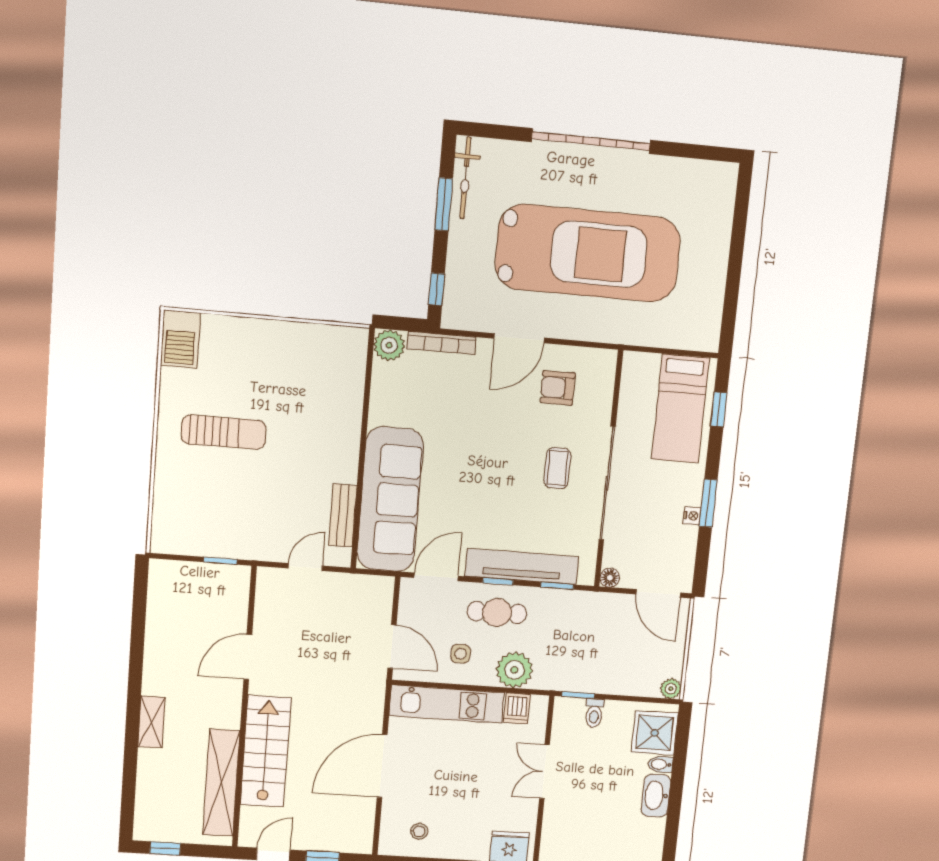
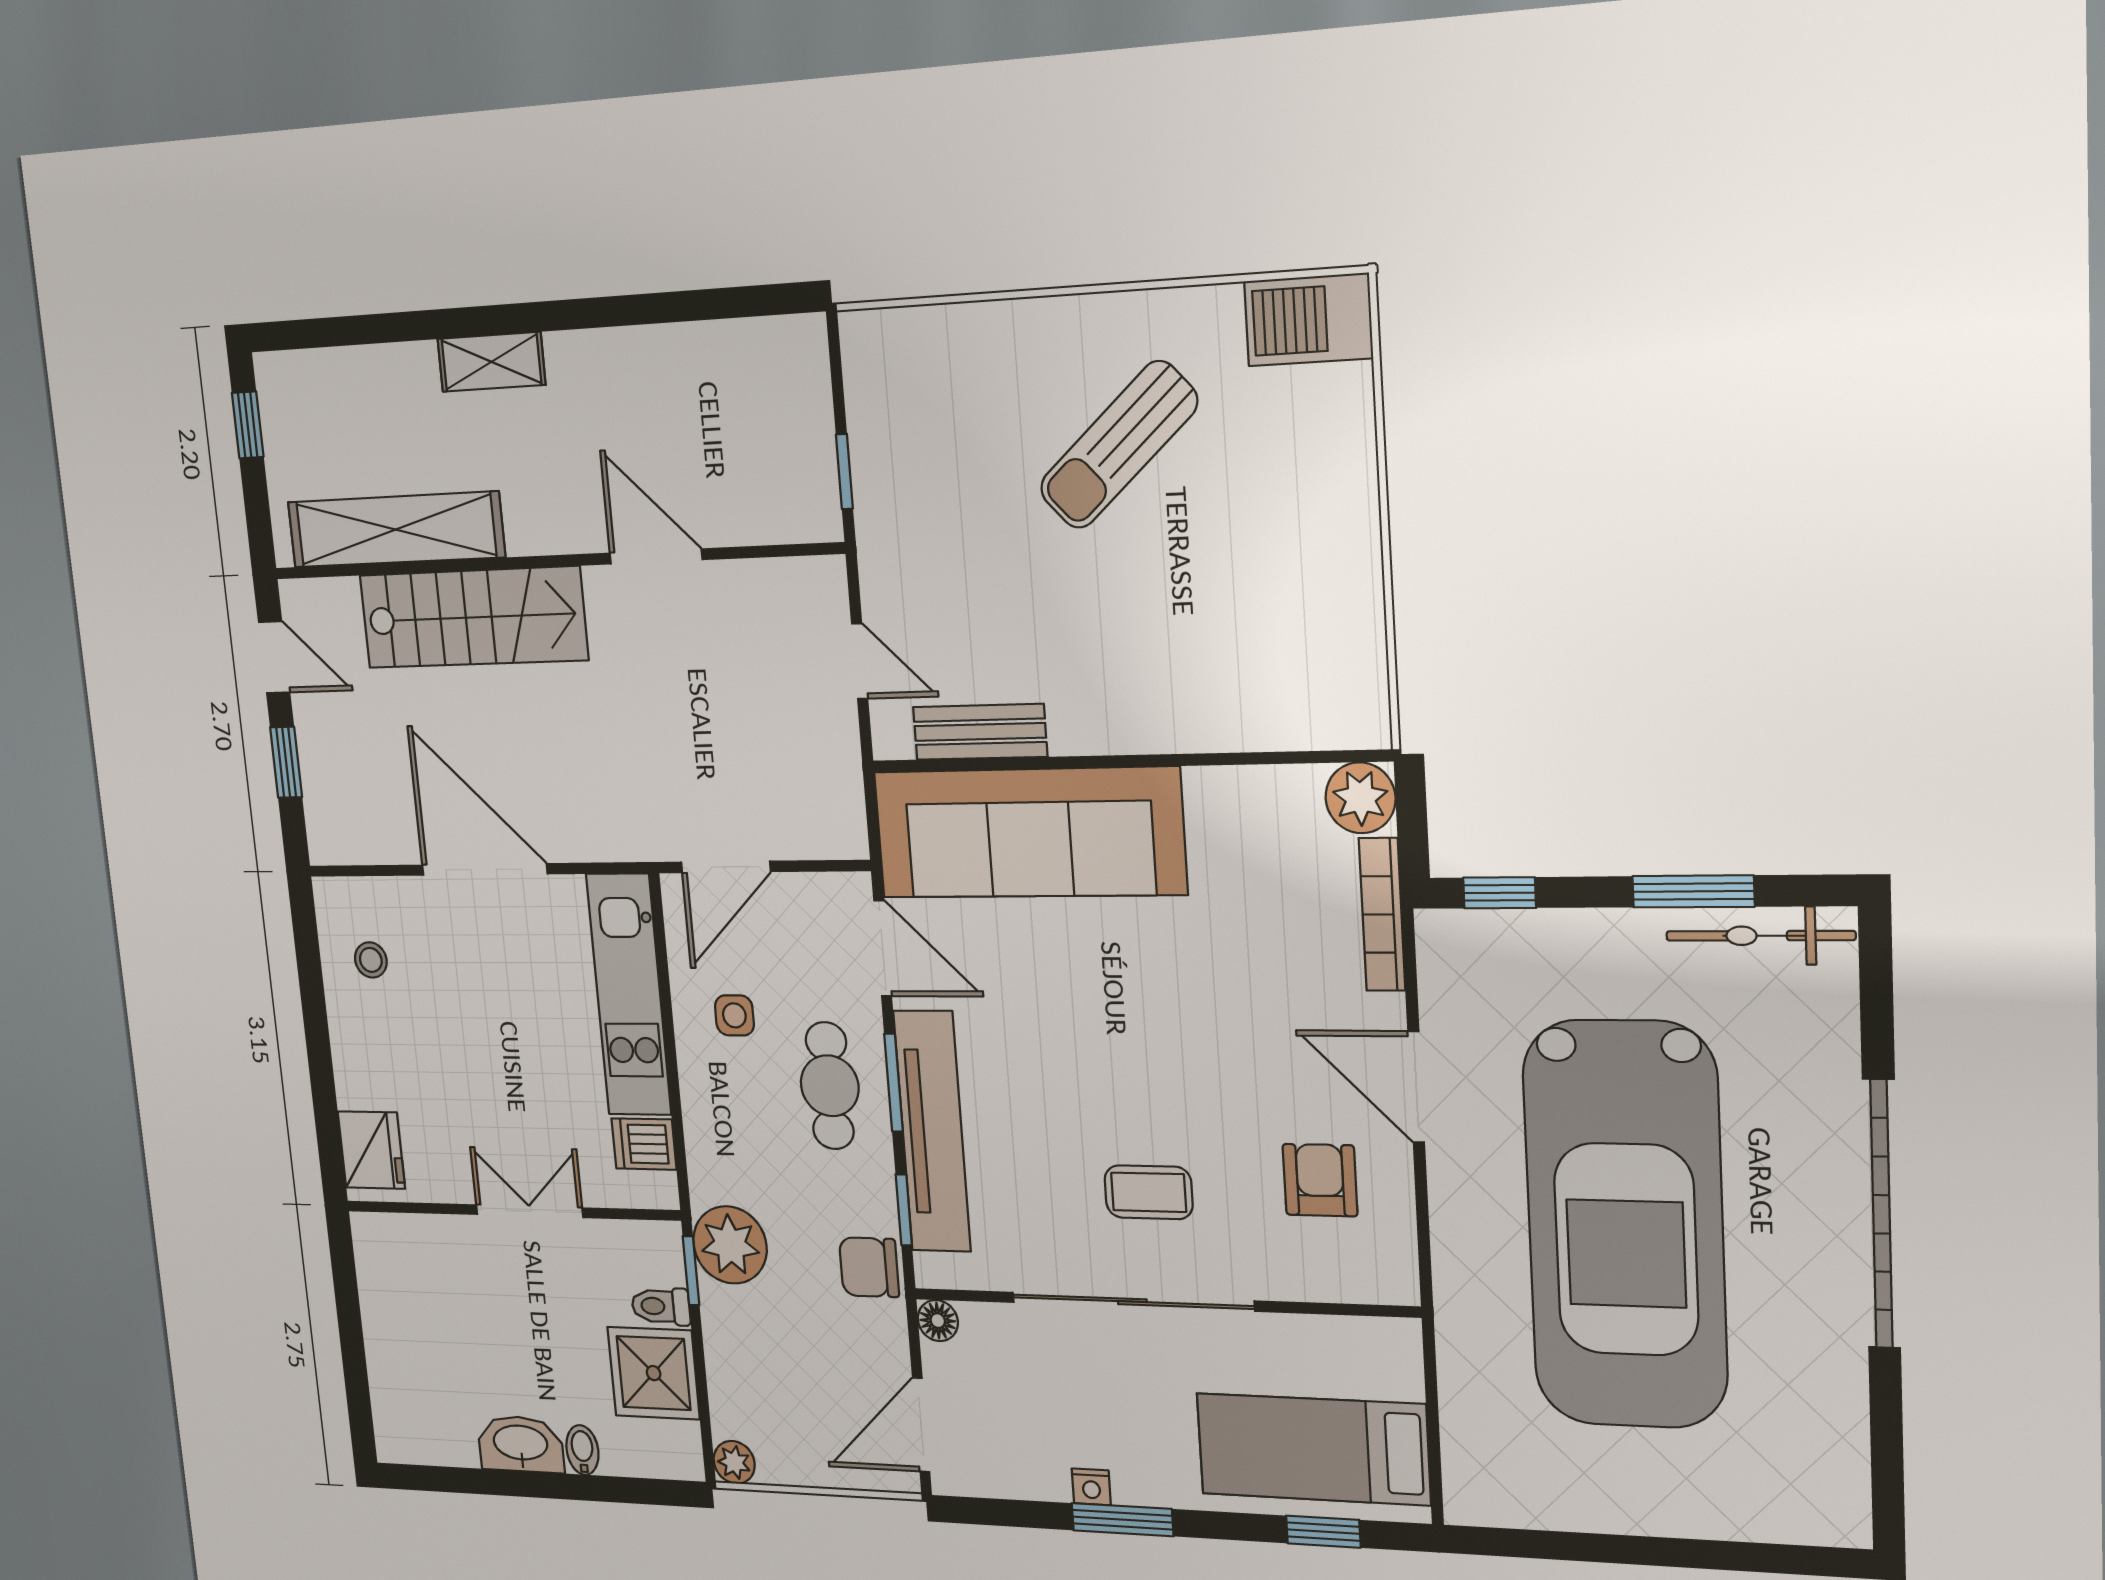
sun lounger: (224, 432) -> (1119, 445), turned 48
window: (498, 581) -> (894, 1083), width x1.50
chair: (583, 607) -> (869, 1267), added
plant: (514, 670) -> (730, 1245), moved
shower: (655, 733) -> (654, 1373), moved

